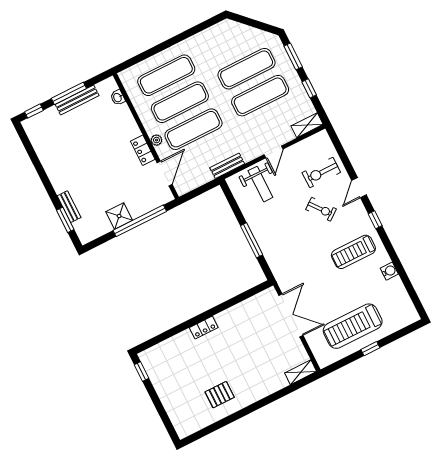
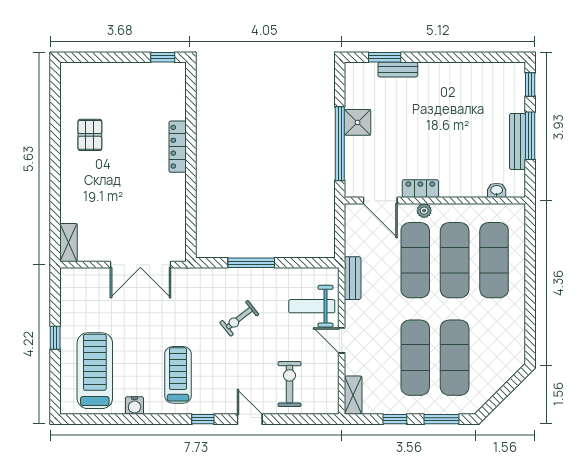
exercise bike: (321, 209) -> (239, 318), moved
treadmill: (353, 326) -> (95, 371), moved
locker: (204, 328) -> (178, 147), width x1.53

